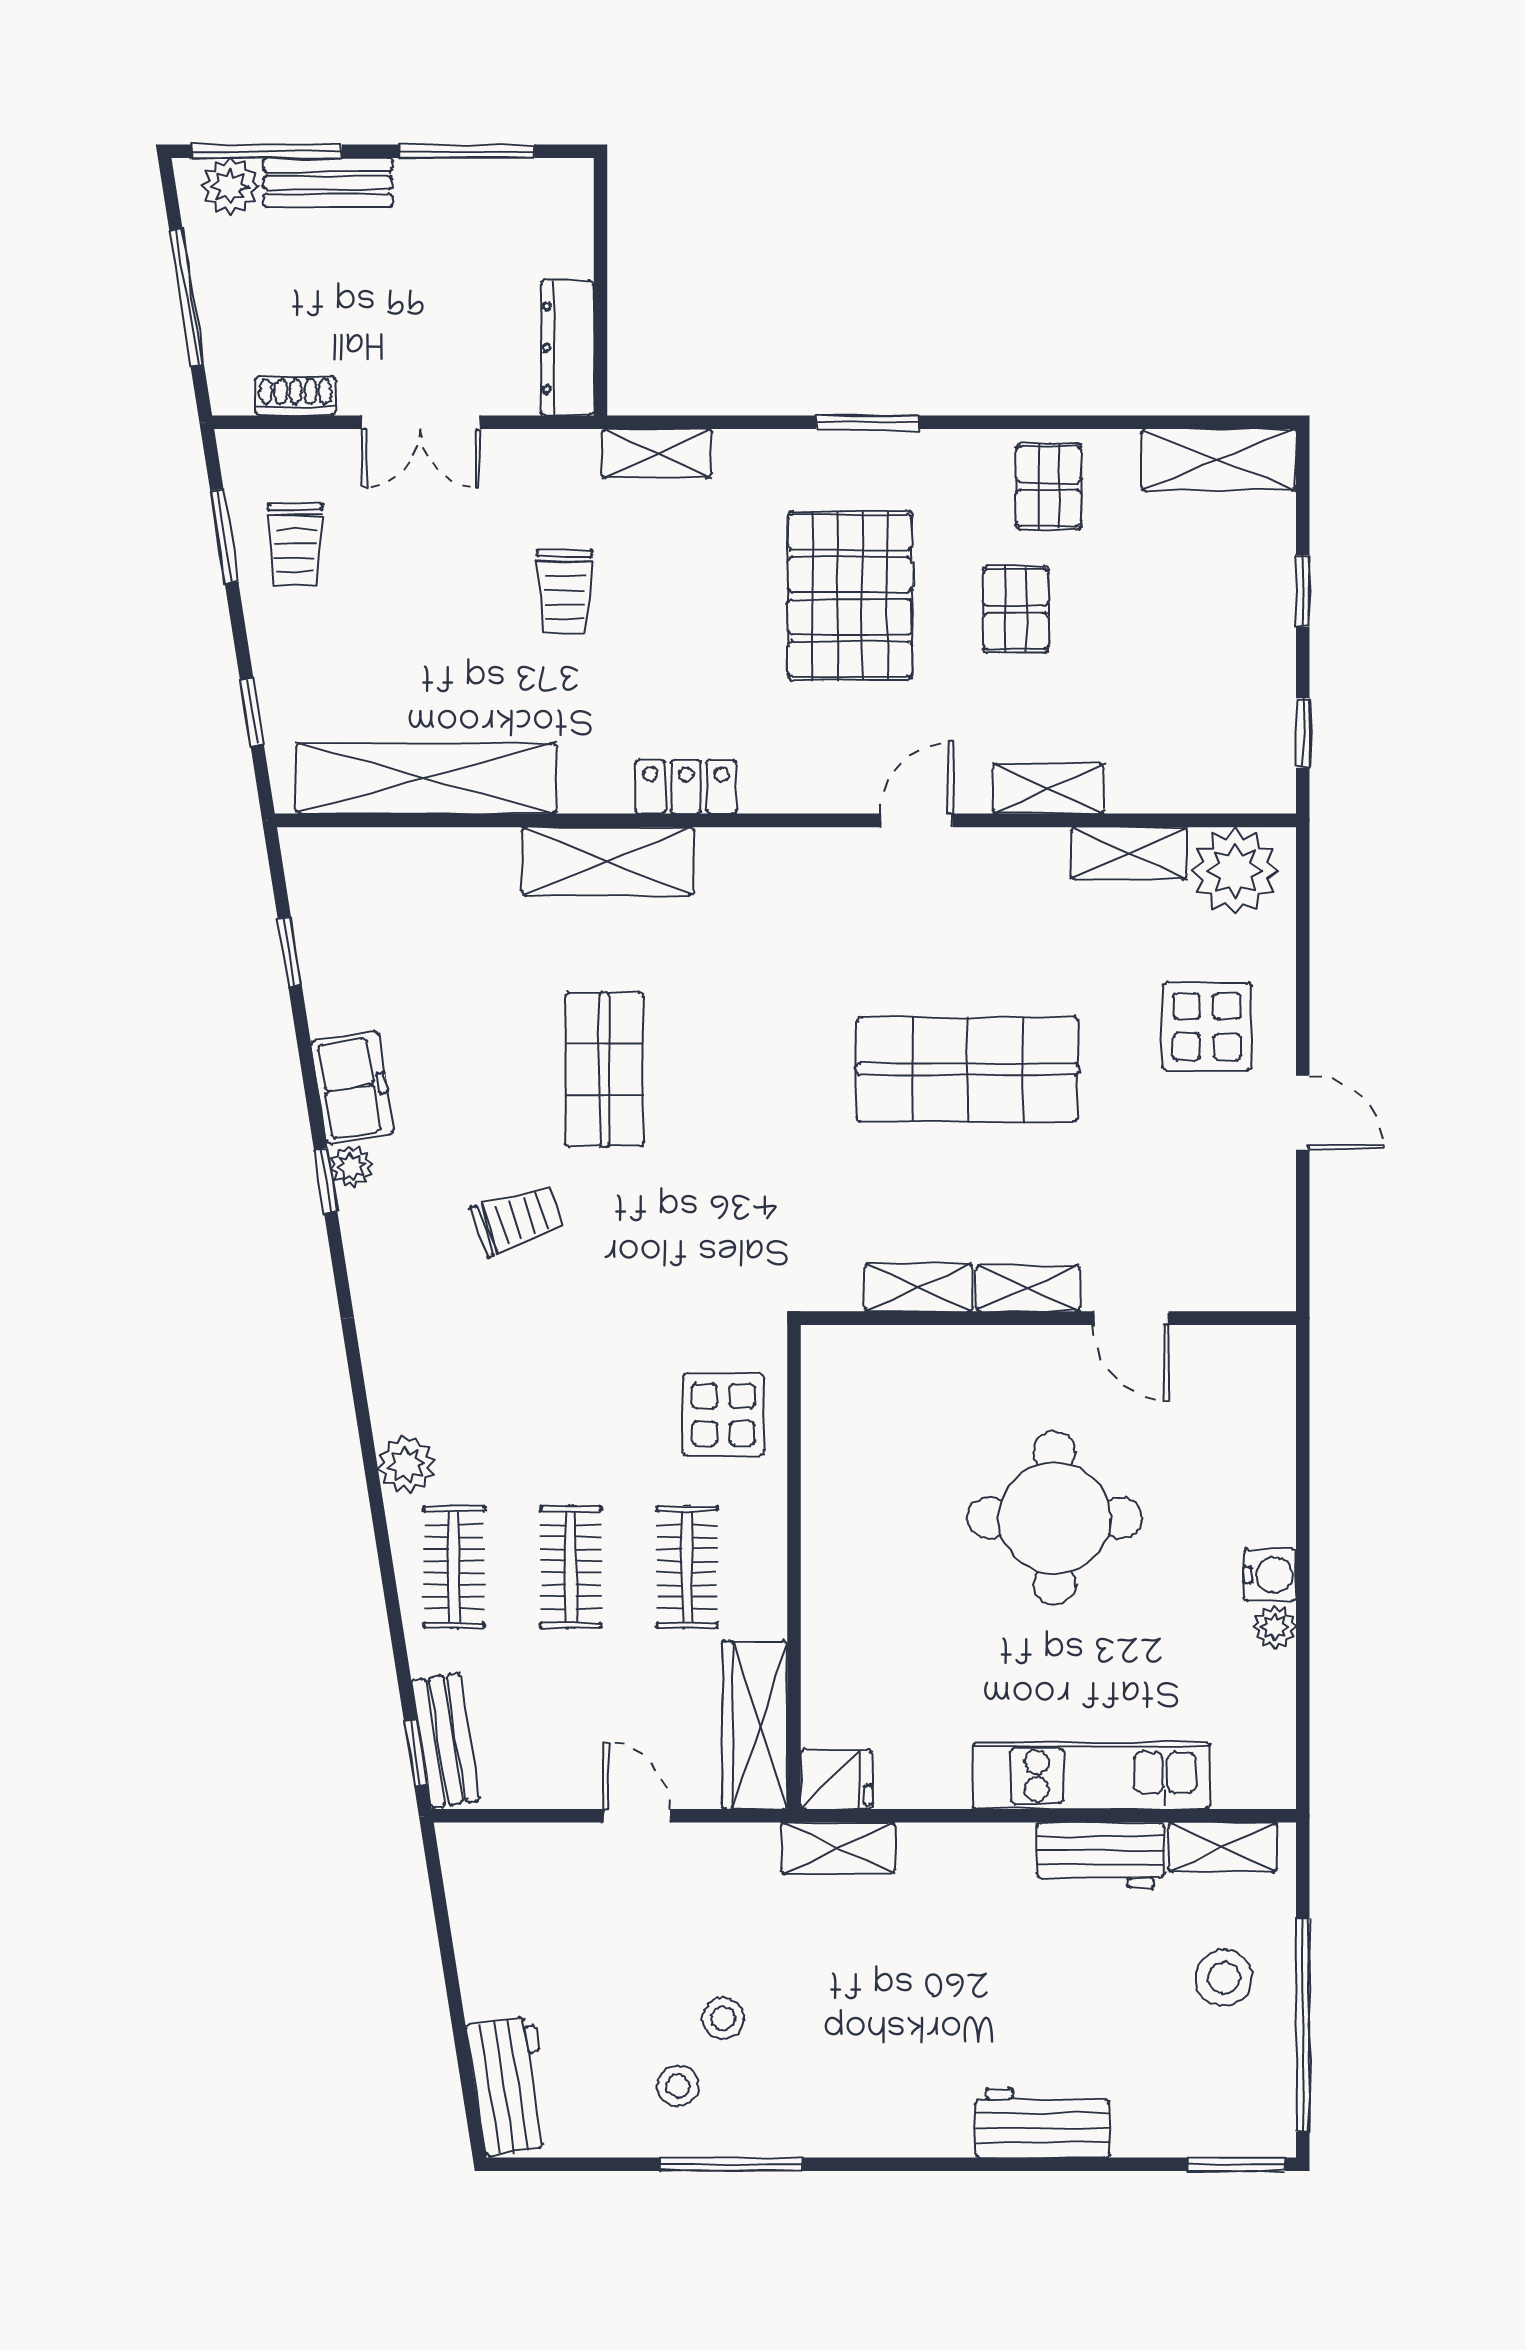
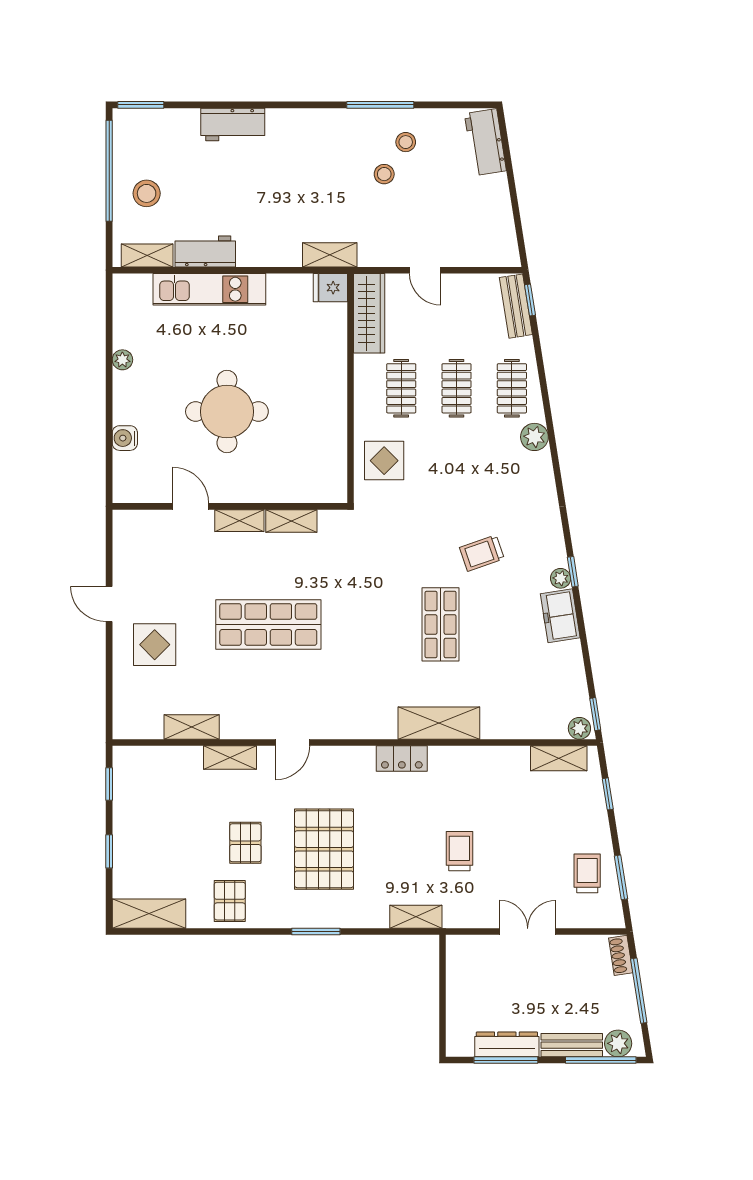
dresser: (567, 348) -> (507, 1044), moved, turned -90
shoe rack: (295, 396) -> (621, 955), moved, turned 81
shelving: (426, 778) -> (559, 758), width x0.45, depth x0.75
plant: (1235, 871) -> (579, 728), moved, width x0.53, depth x0.53
window: (290, 952) -> (595, 714), moved
water cooler: (1270, 1575) -> (125, 438), moved

